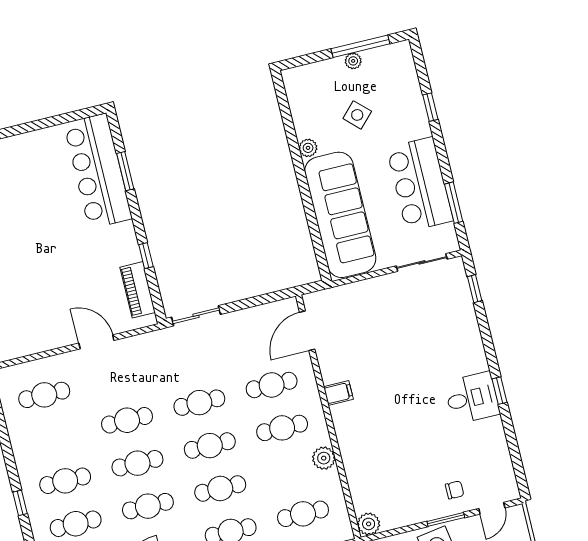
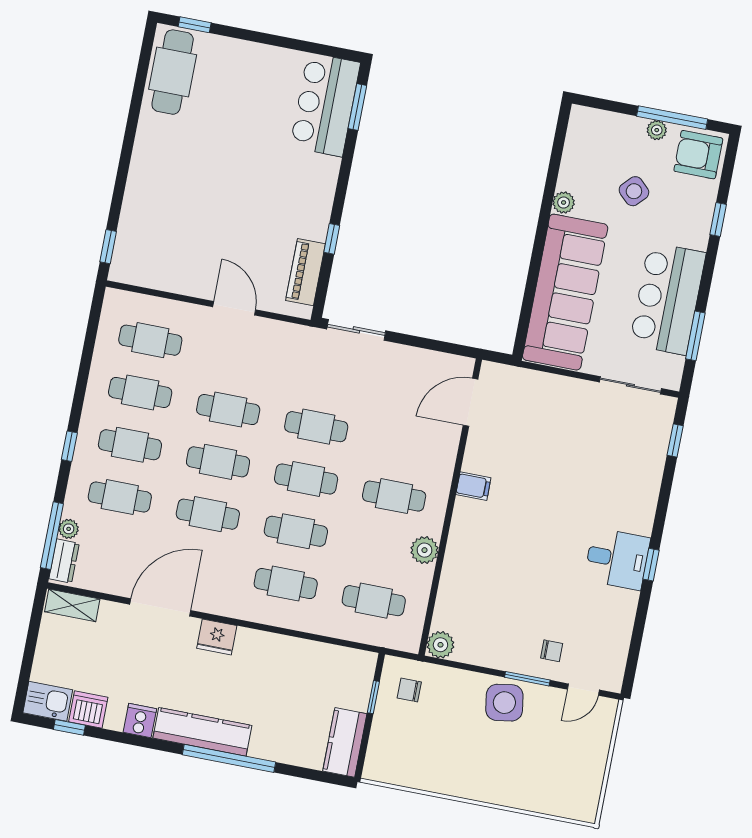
armchair: (393, 65) -> (698, 155), added
bar counter: (98, 171) -> (325, 105), width x0.73
window: (125, 171) -> (357, 107), moved
cafe table: (272, 385) -> (140, 392), moved

